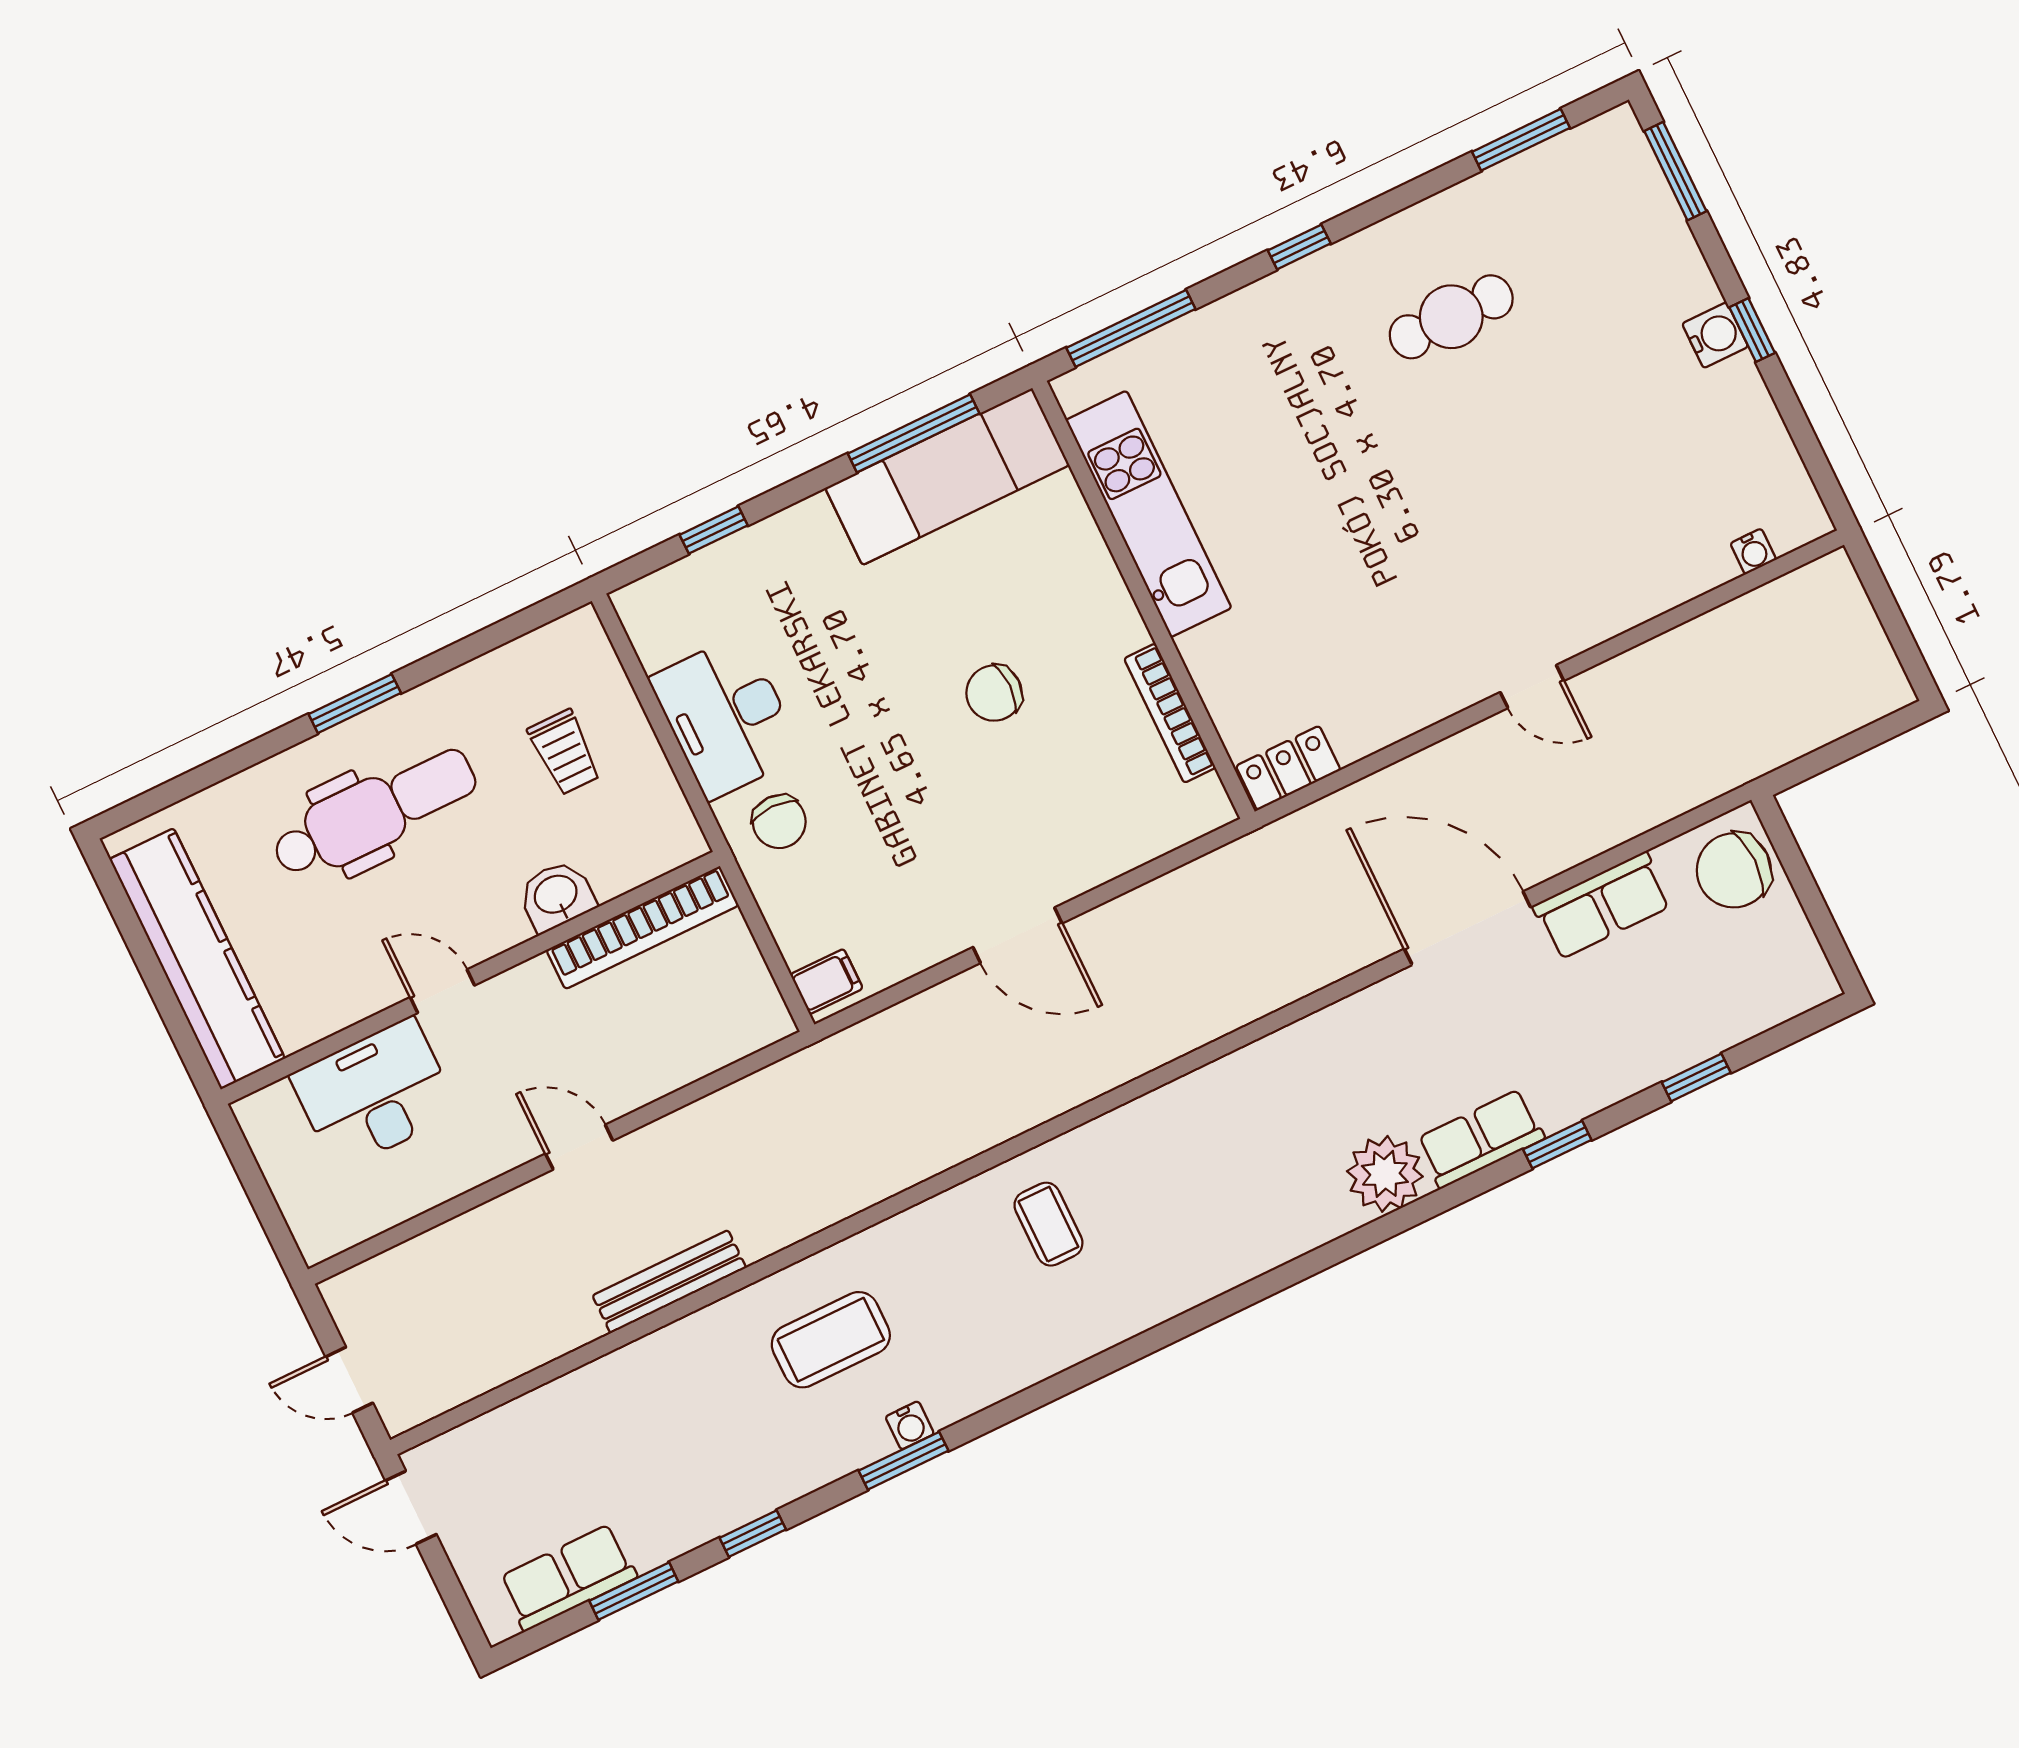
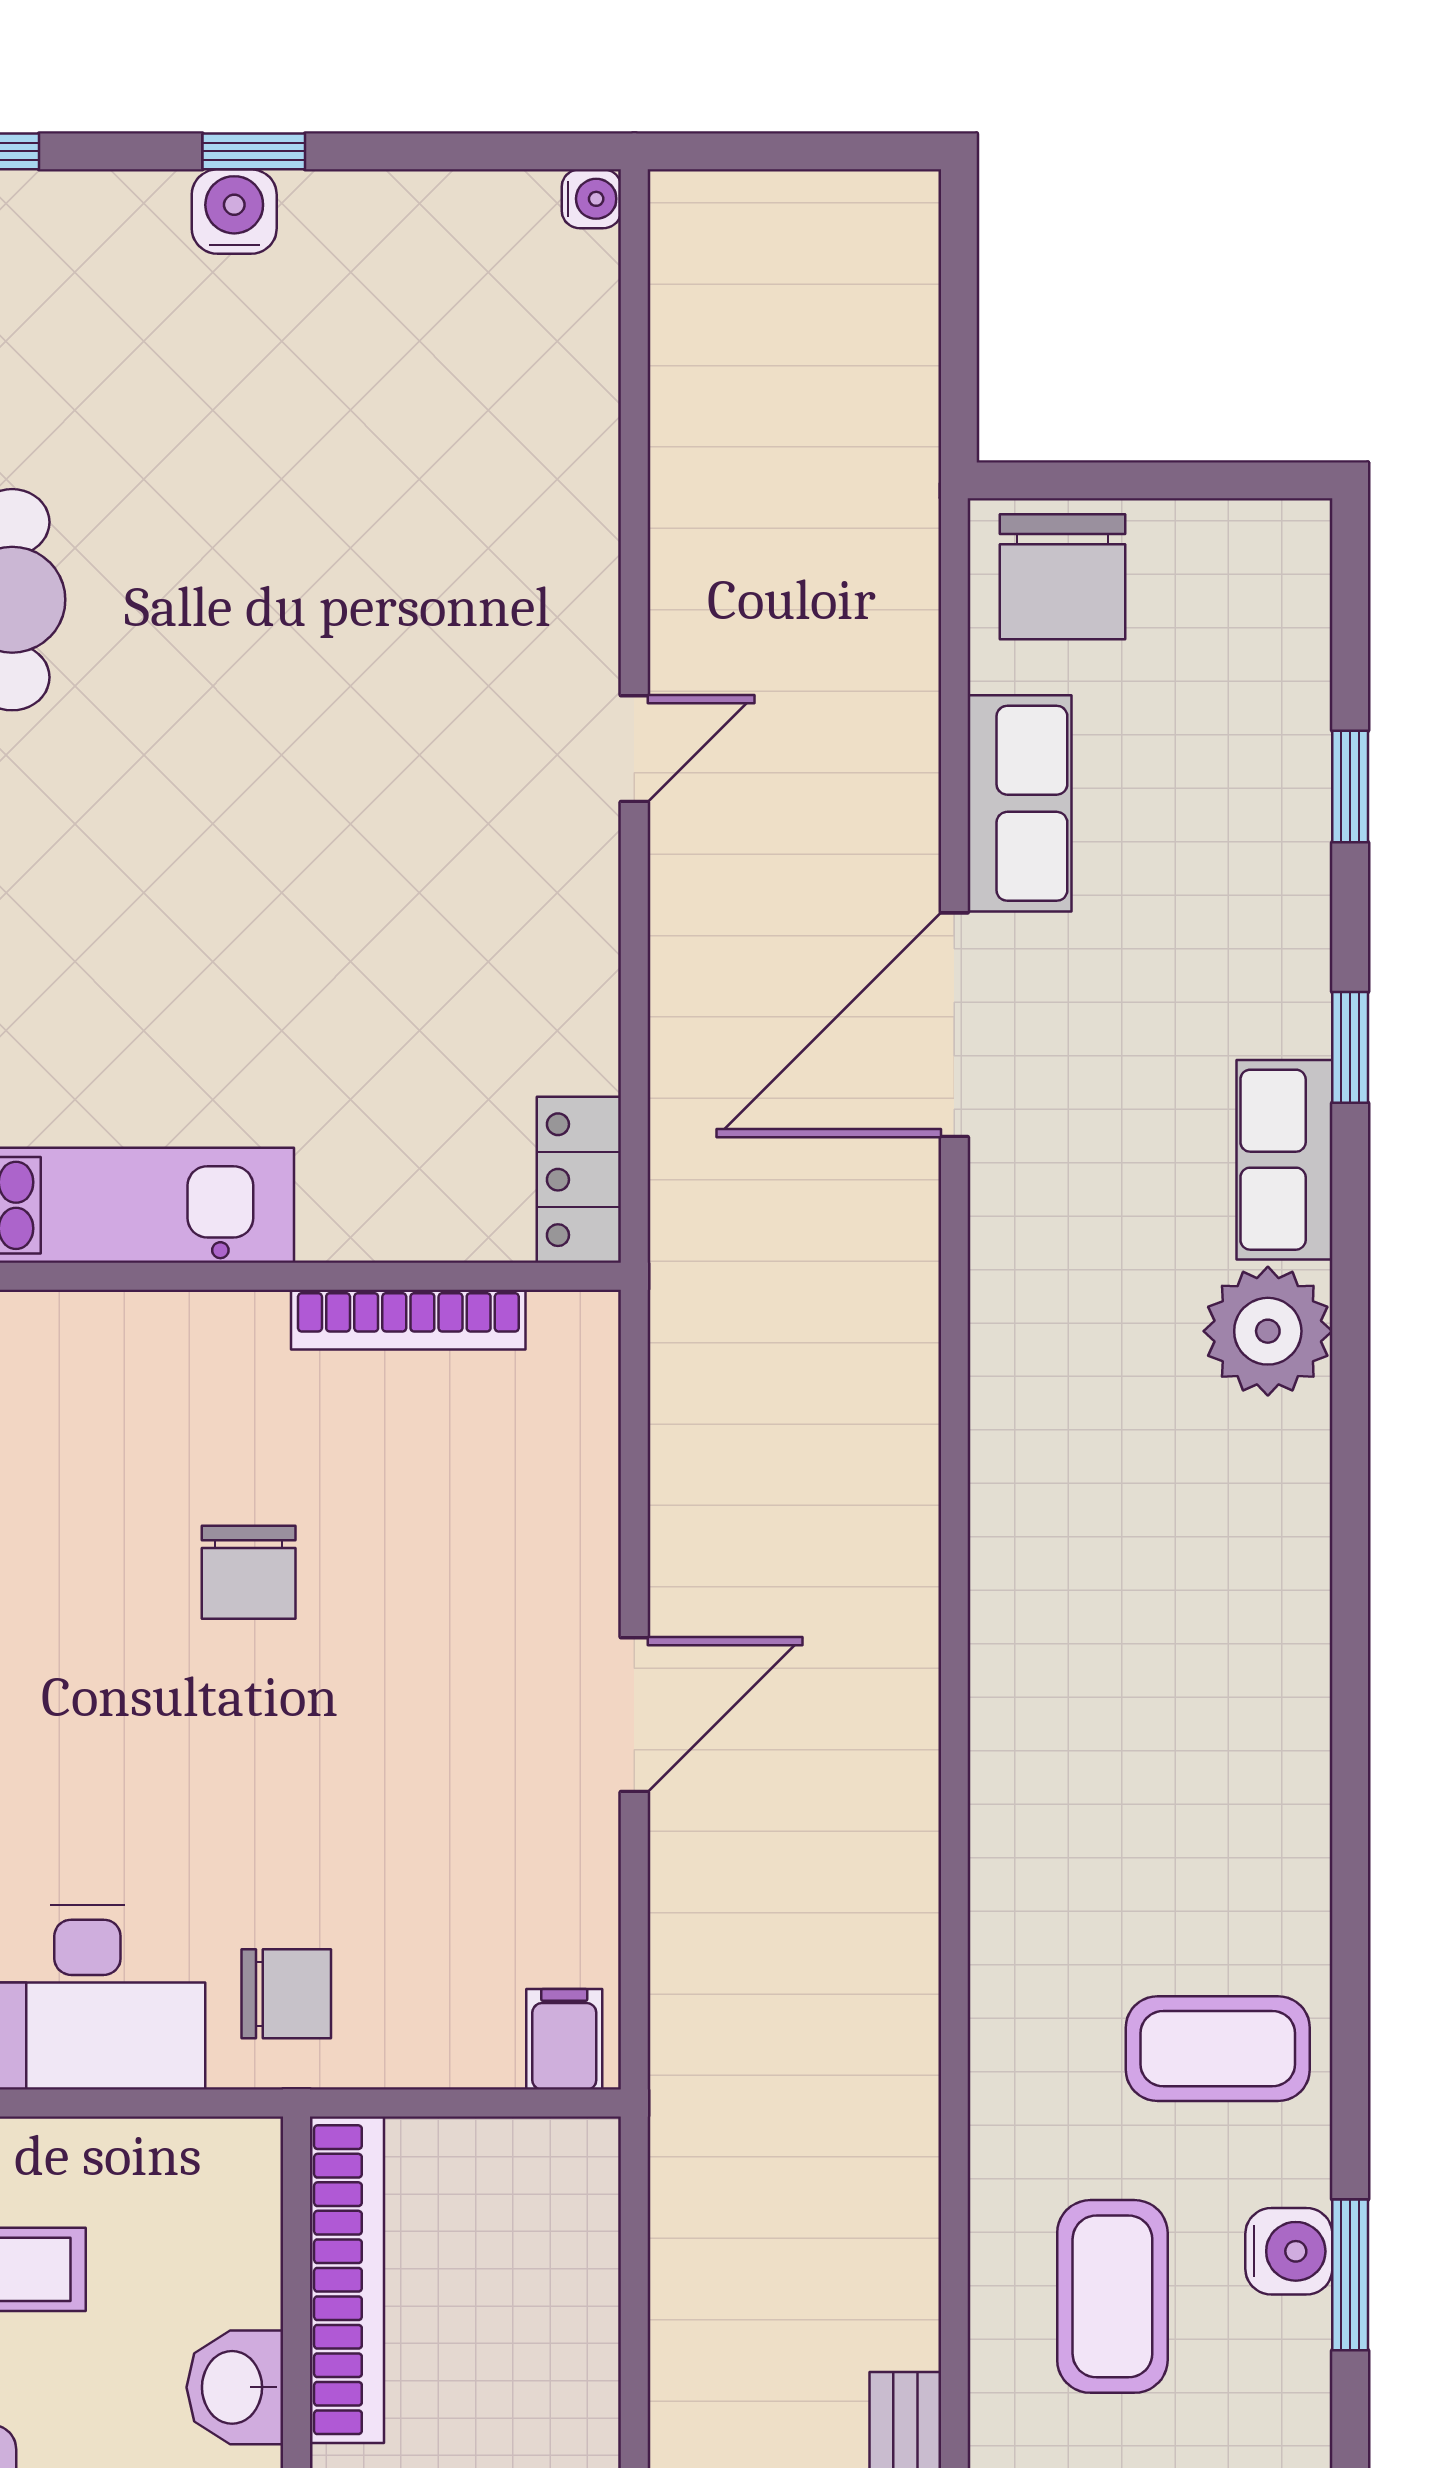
water cooler: (1753, 551) -> (591, 199), moved
coffee table: (1048, 1224) -> (1218, 2049), moved, width x1.36, depth x1.30
water cooler: (910, 1425) -> (1289, 2251), width x1.38, depth x1.38

